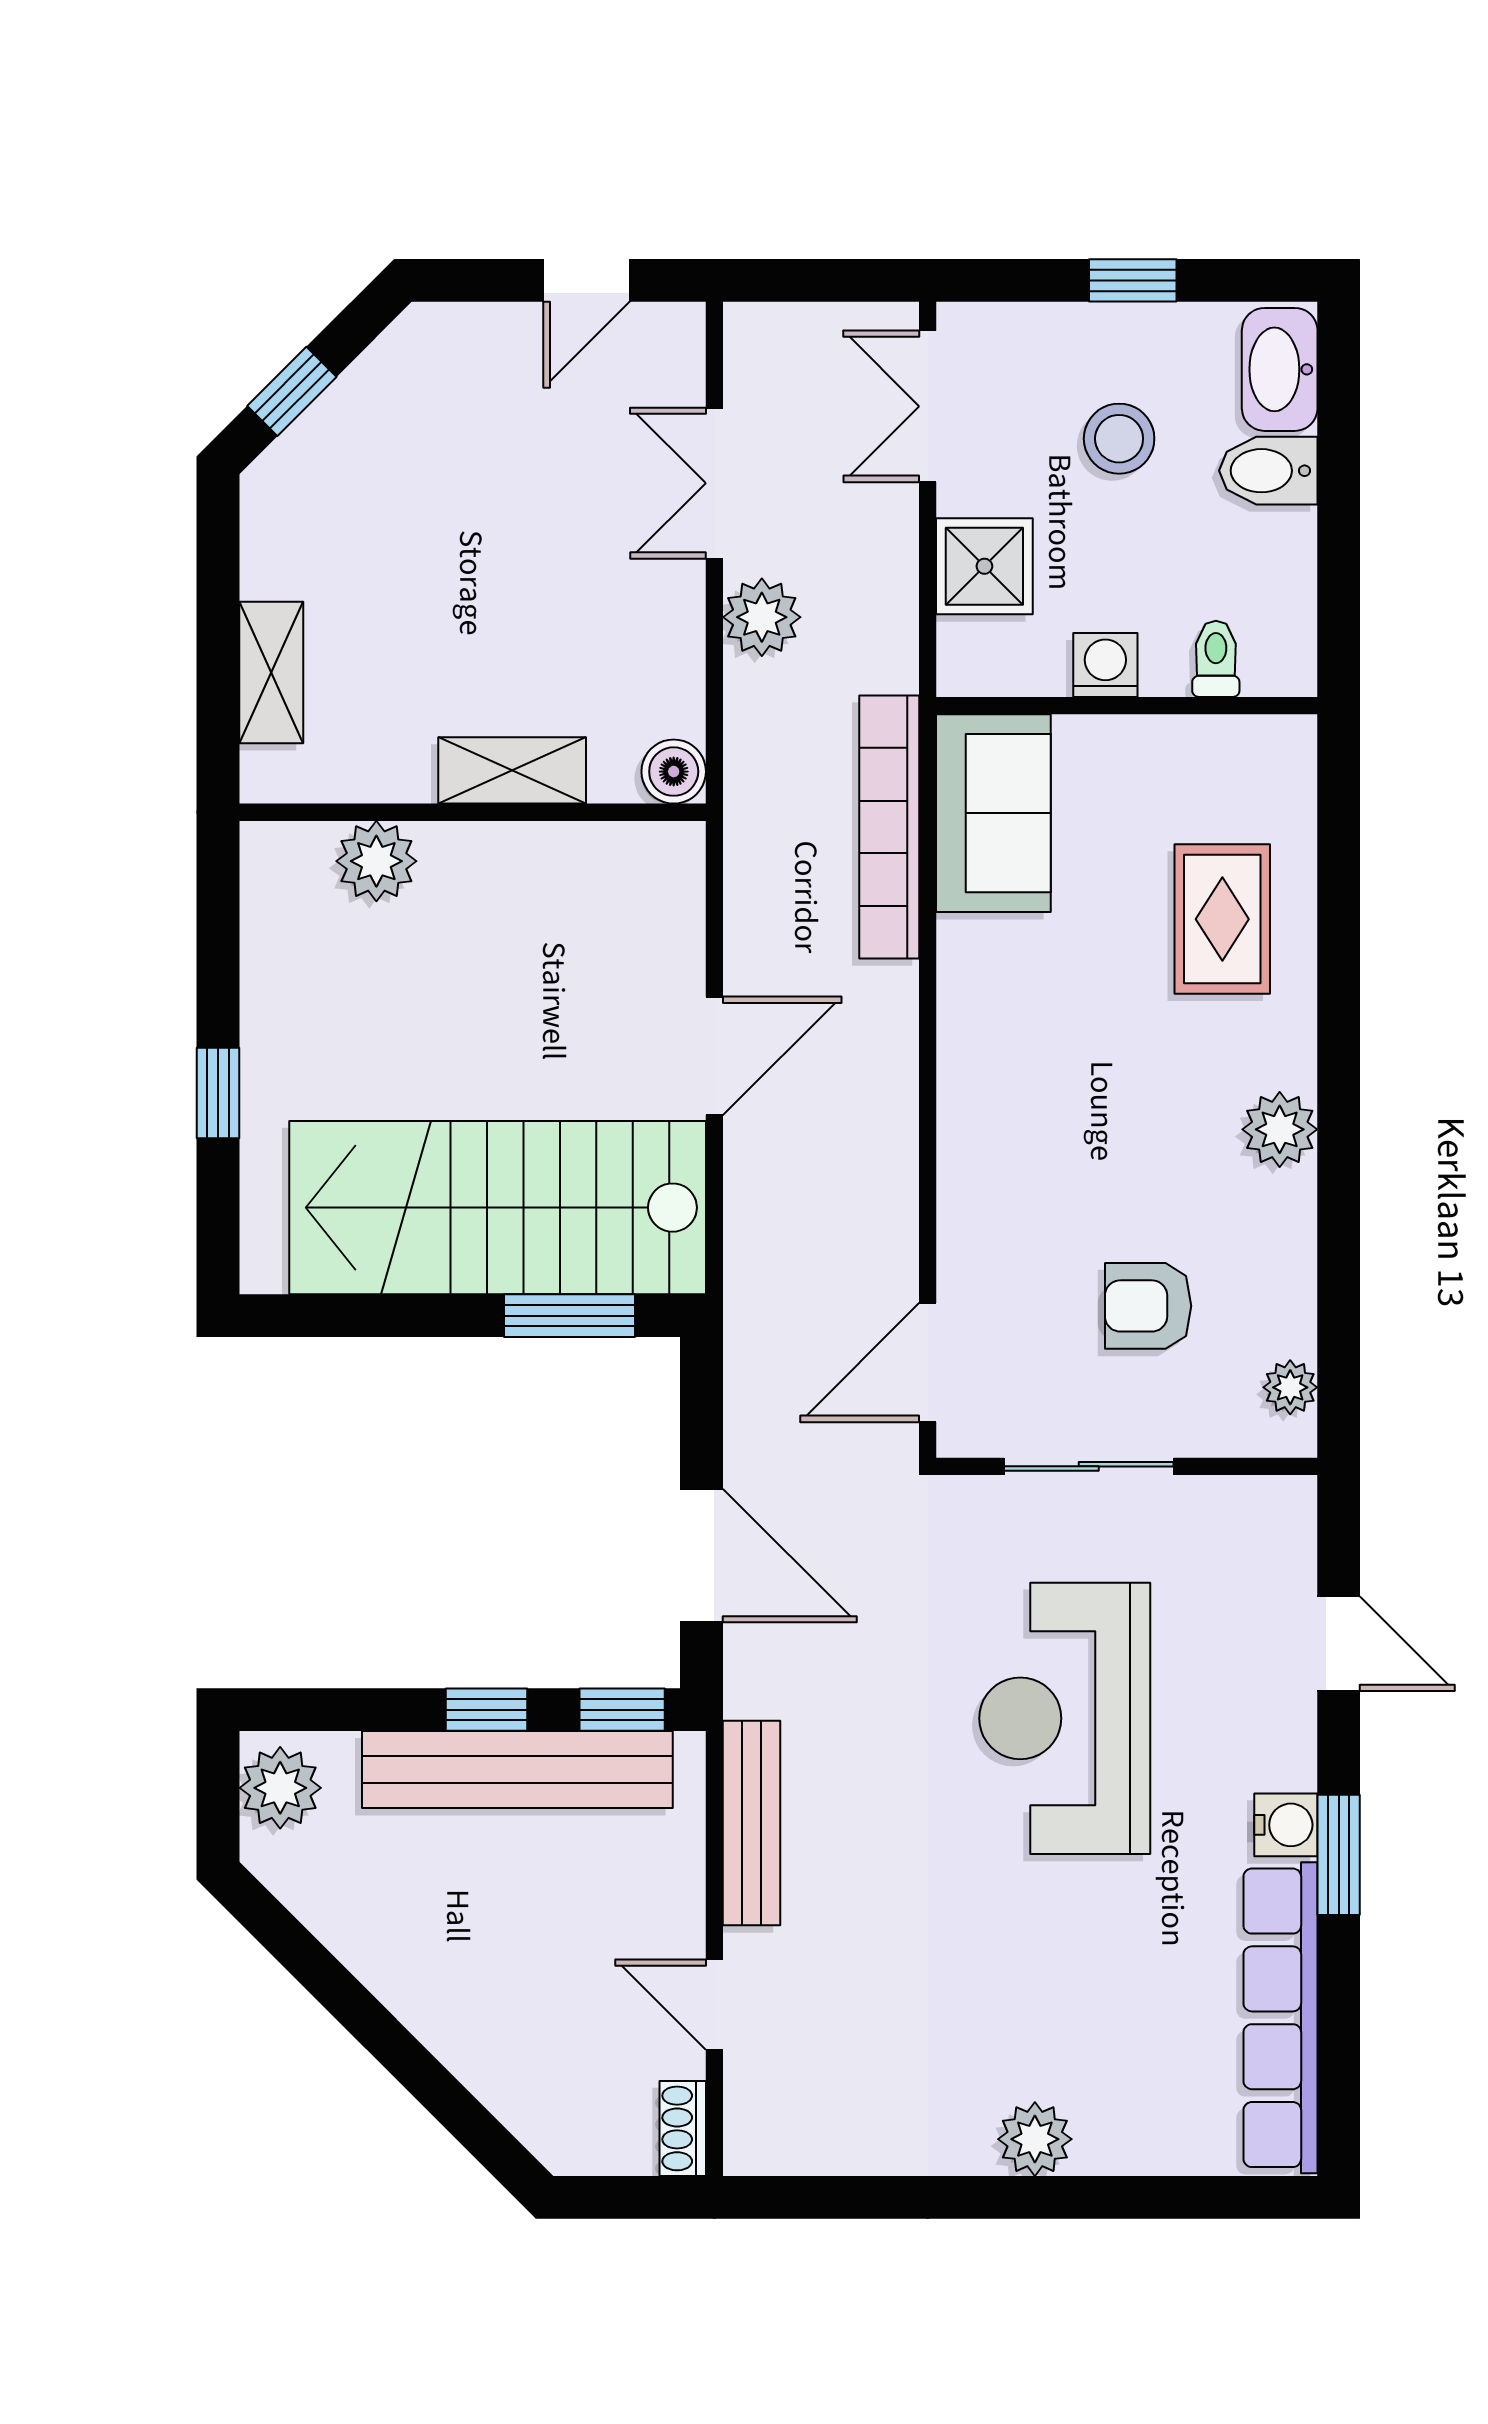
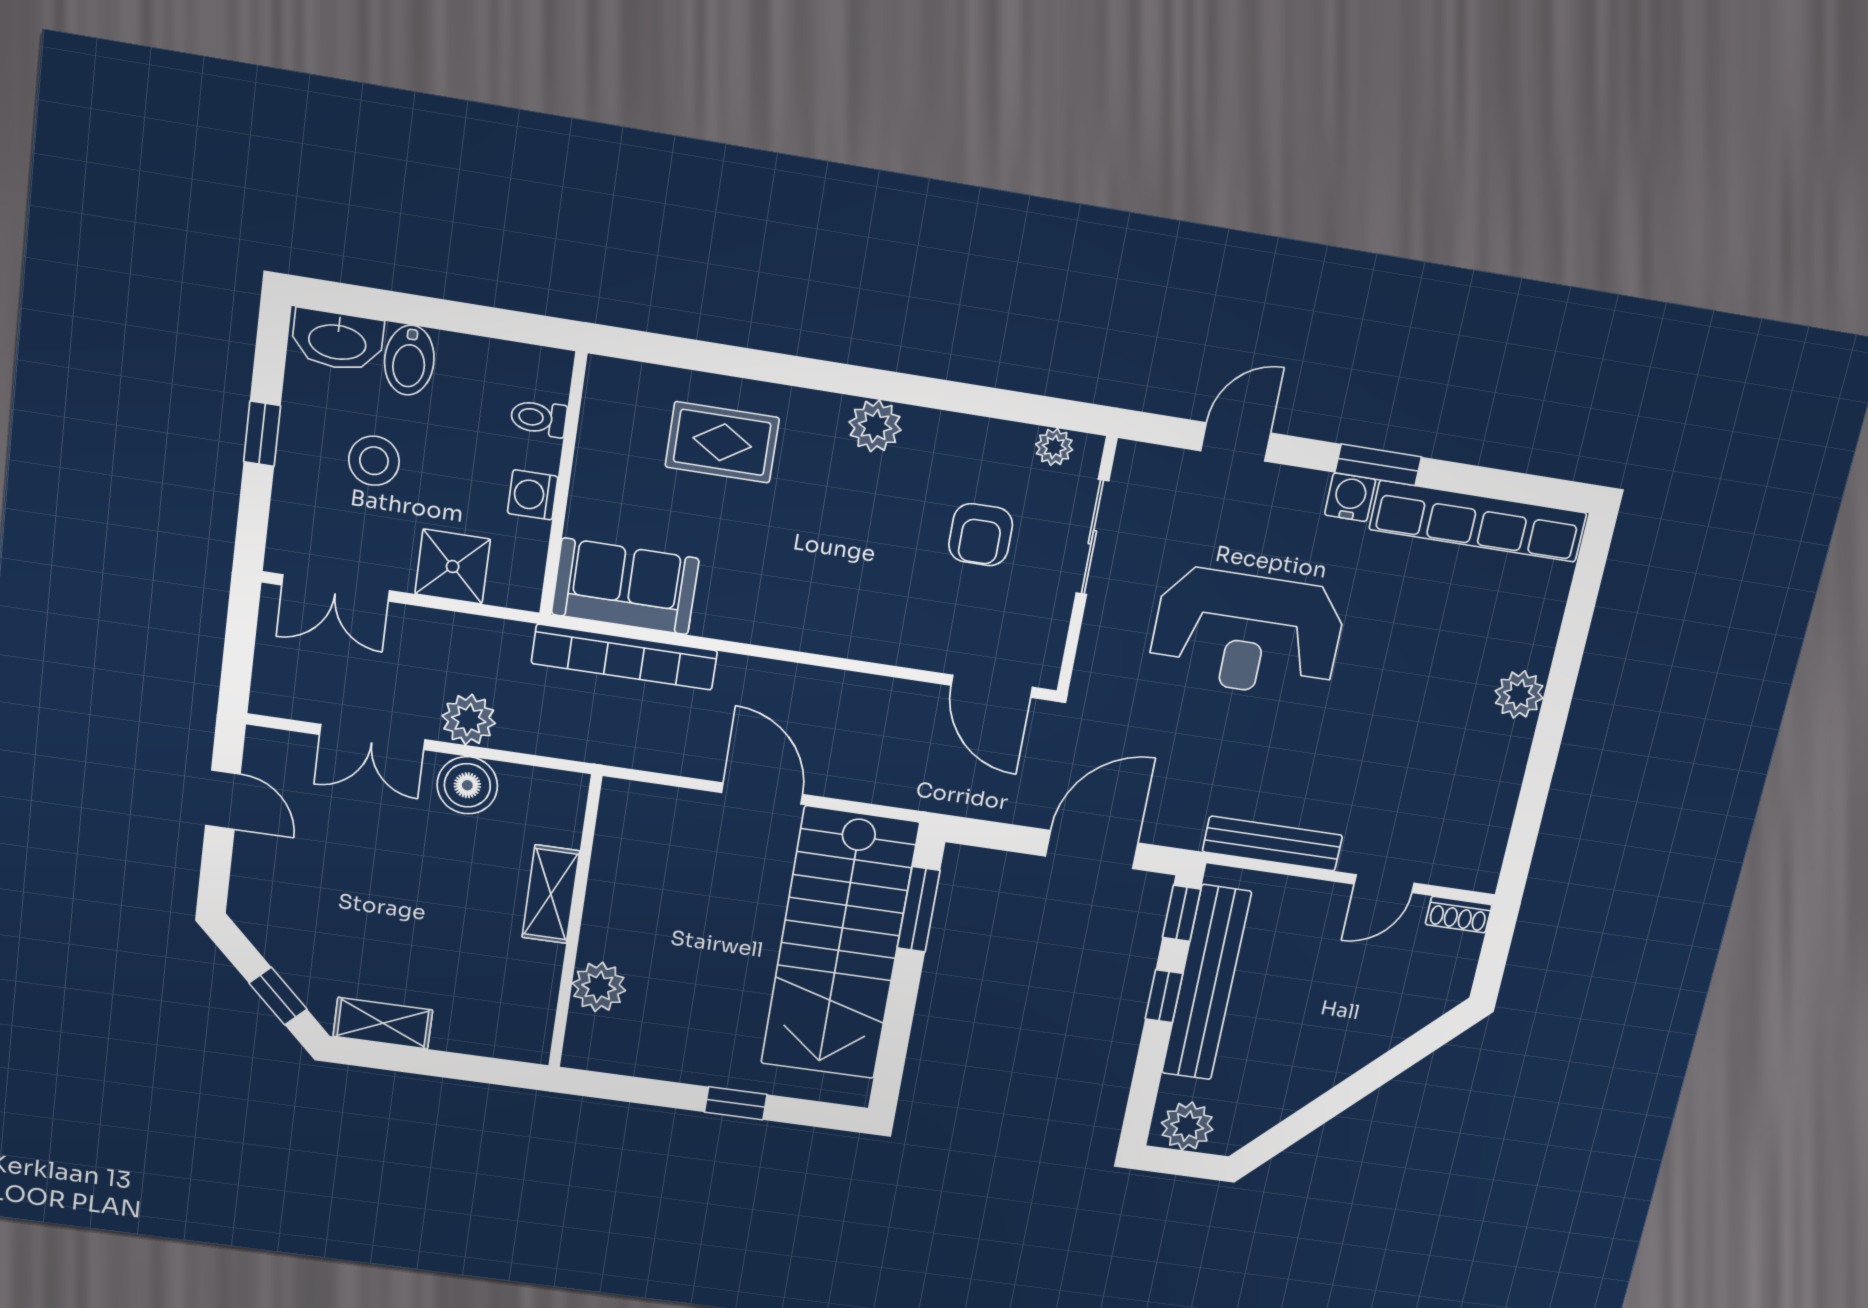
shelving: (271, 672) -> (383, 1023), moved
boiler: (674, 772) -> (467, 785), moved, width x1.36, depth x1.36
sliding door: (1089, 1466) -> (1092, 537), moved

